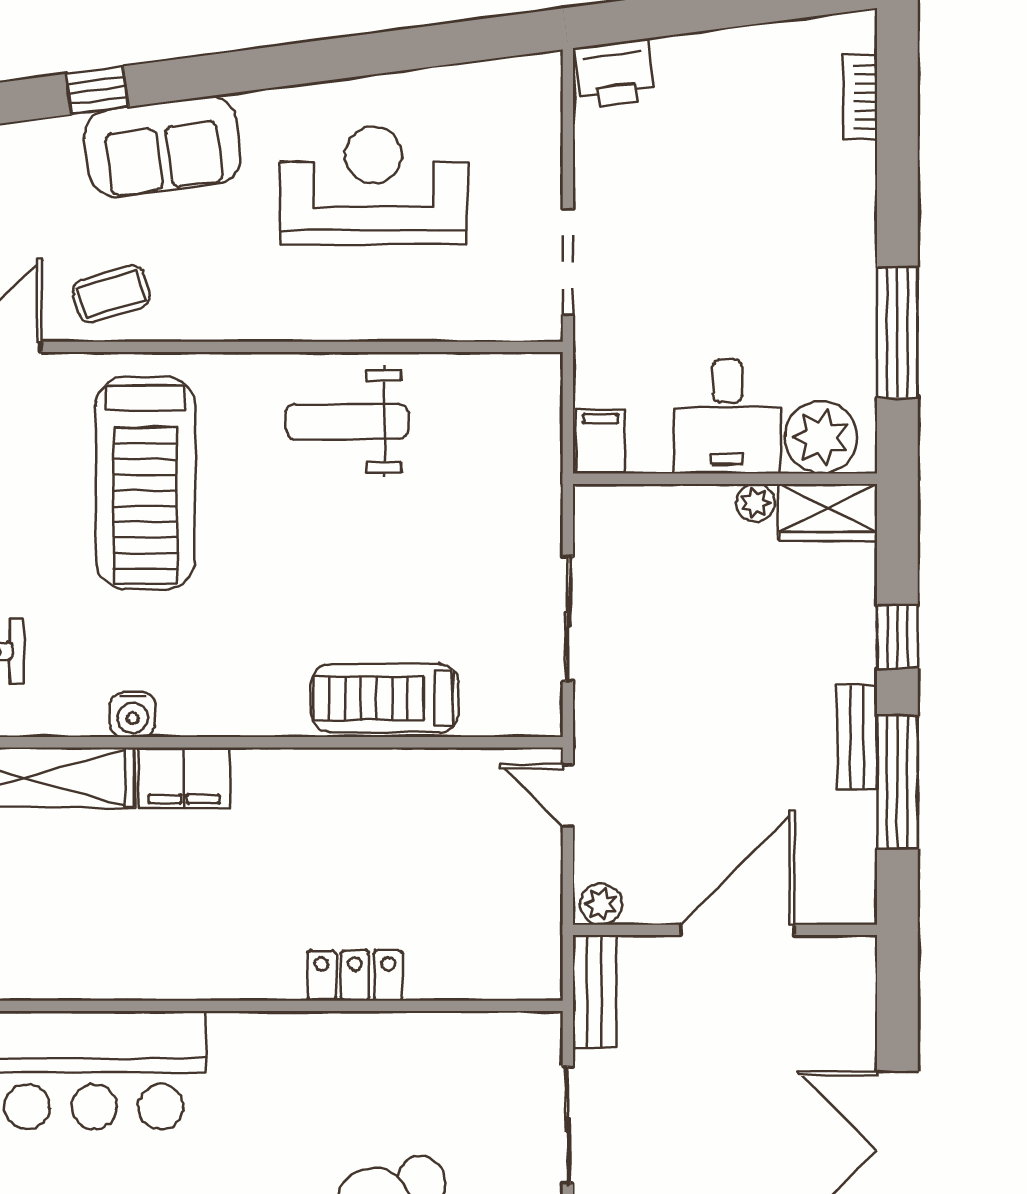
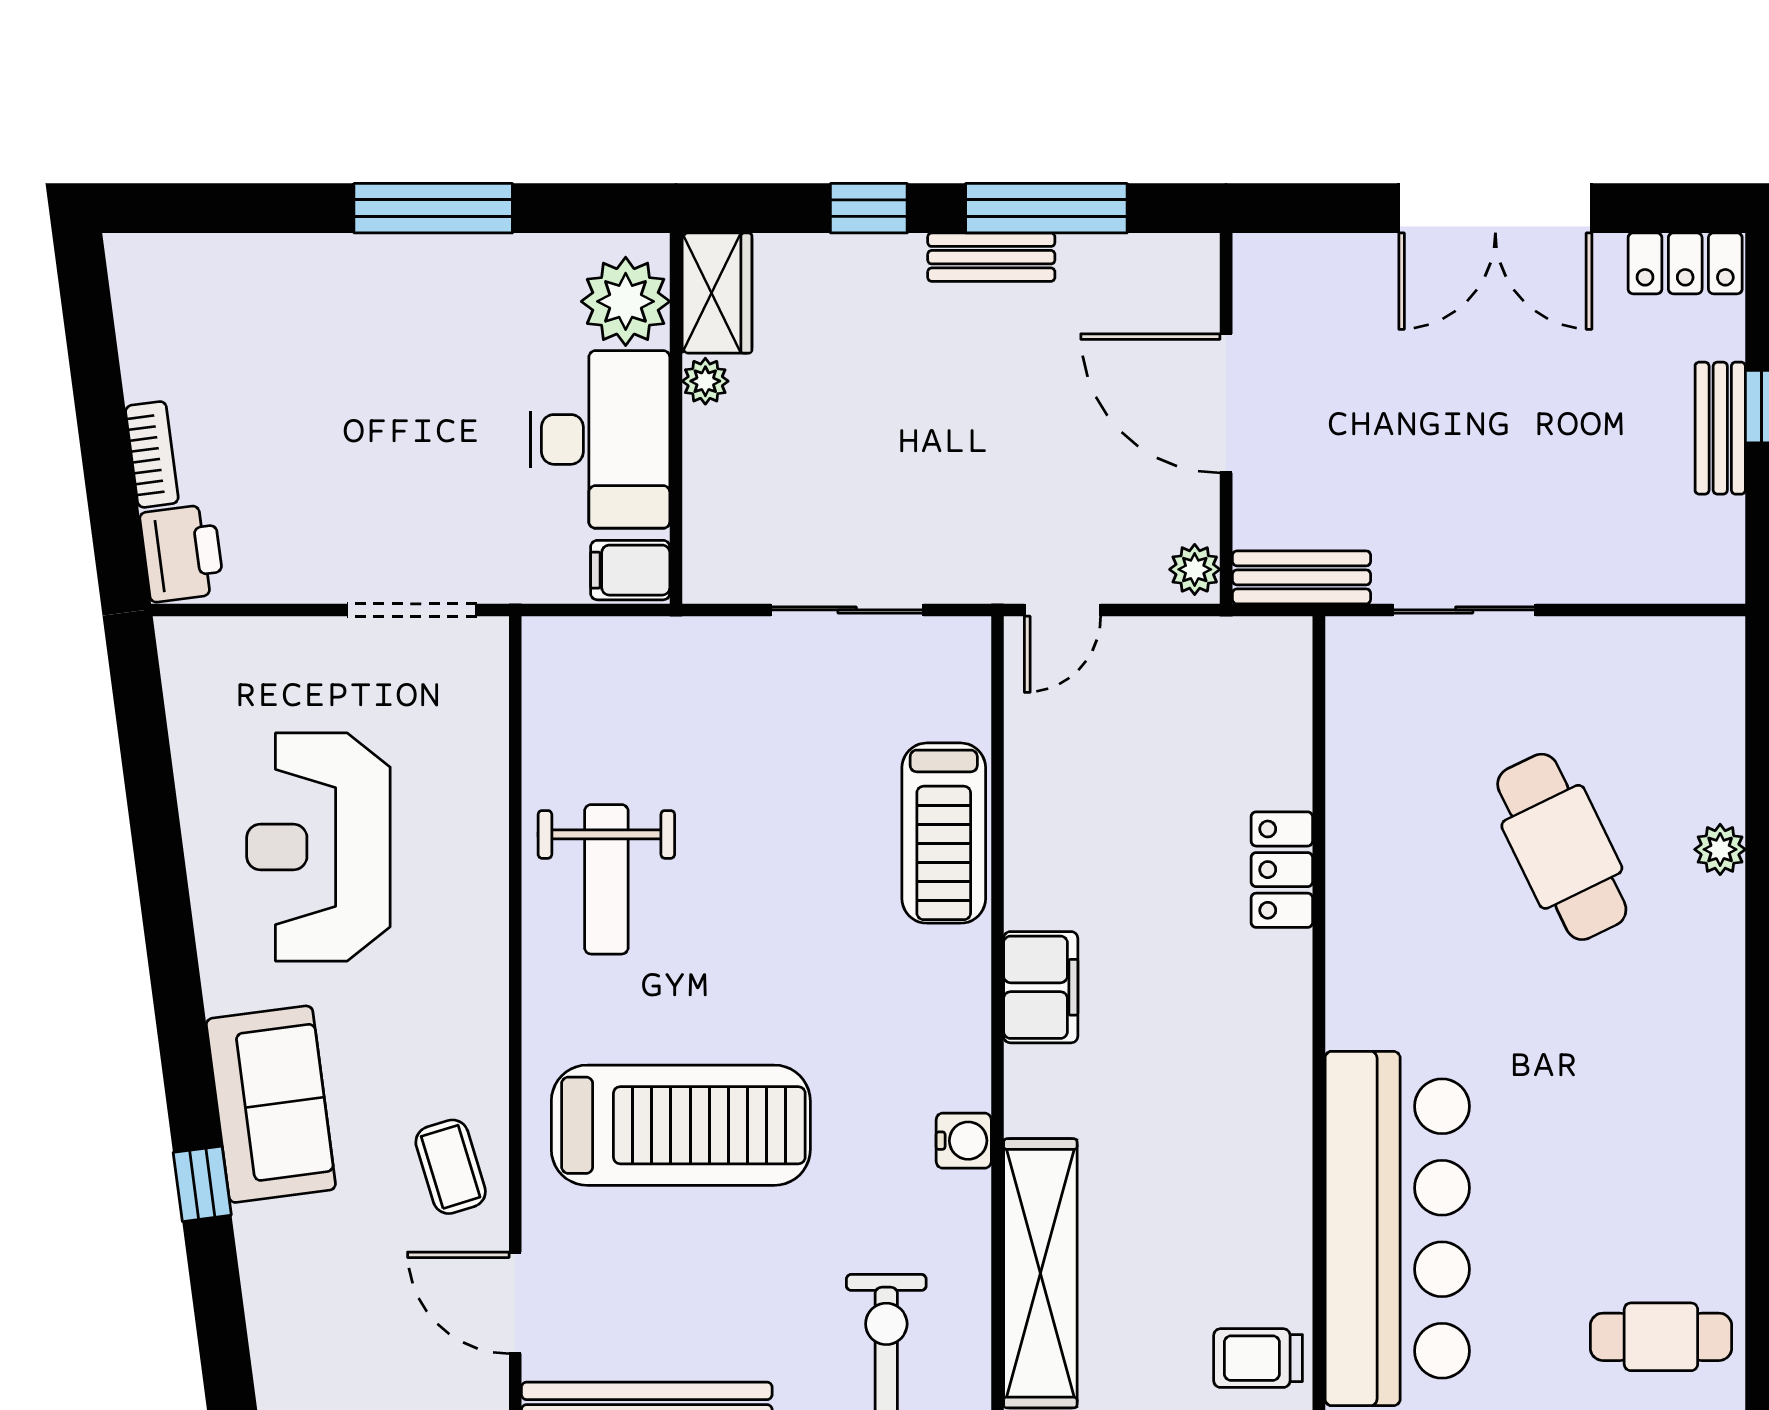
bookcase: (860, 97) -> (152, 454), moved, turned -98
window: (897, 332) -> (433, 208), moved
desk: (727, 416) -> (600, 439), width x1.37
filing cabinet: (184, 778) -> (1041, 987), moved

